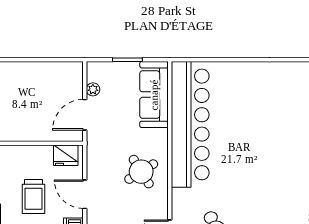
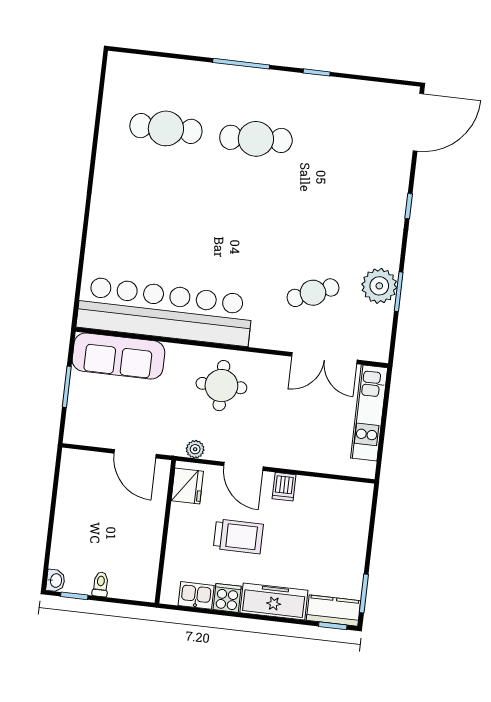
plant: (93, 89) -> (195, 449), moved
round table: (141, 172) -> (221, 386), turned 32
door: (85, 194) -> (243, 466), hinge flipped

